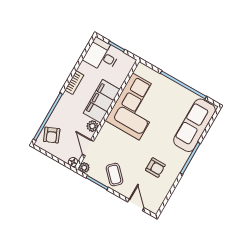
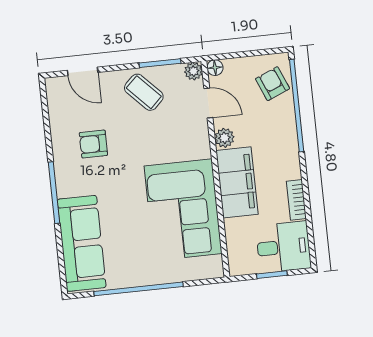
bookcase: (74, 83) -> (296, 200), moved

